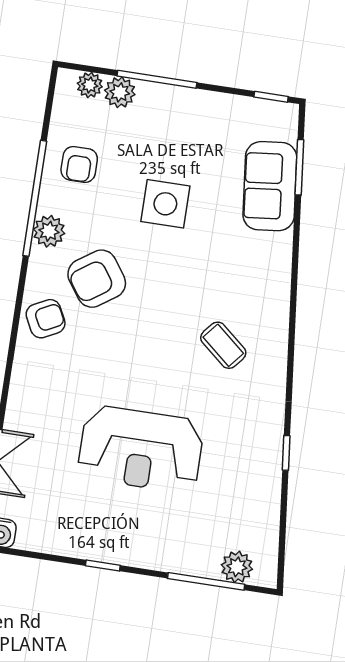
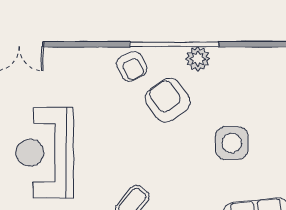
armchair: (79, 164) -> (251, 74), removed
window: (35, 198) -> (174, 44), moved

